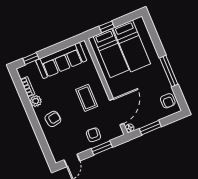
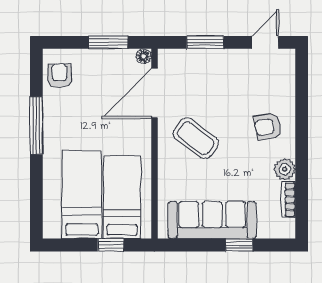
window: (31, 59) -> (239, 245), moved
coffee table: (87, 98) -> (196, 138), turned -53
armchair: (93, 135) -> (210, 71), removed

